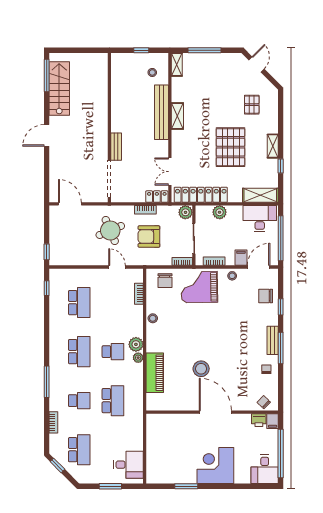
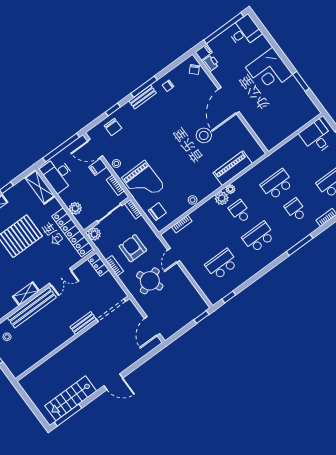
double door: (170, 172) -> (60, 277), moved
armchair: (149, 237) -> (133, 248), turned 180

